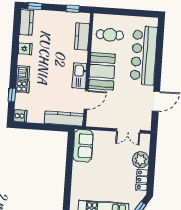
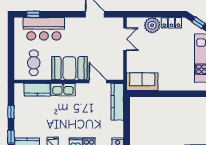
window: (73, 9) -> (11, 112), moved
window: (160, 37) -> (33, 14), added
bar counter: (144, 55) -> (44, 29), width x0.73
kitchen sink: (79, 76) -> (63, 90), moved

